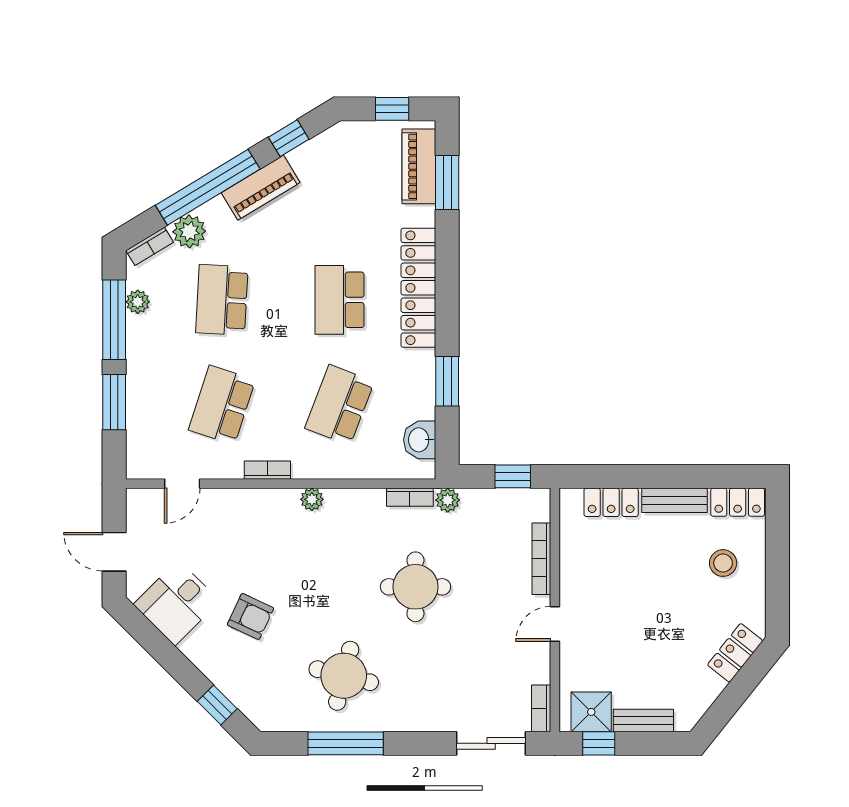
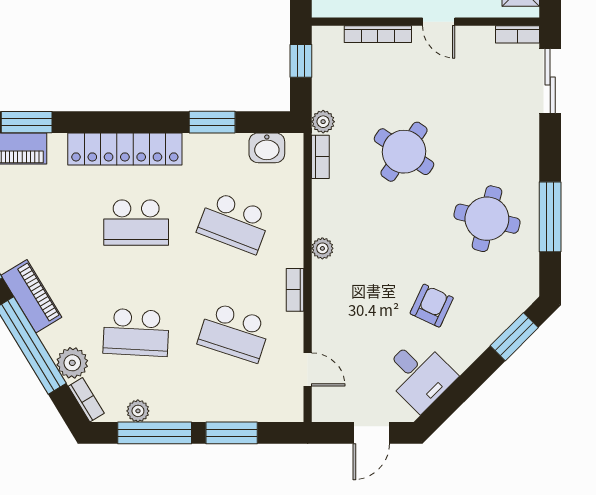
round table: (415, 587) -> (404, 152), turned 34
window: (217, 705) -> (514, 337), width x1.50

